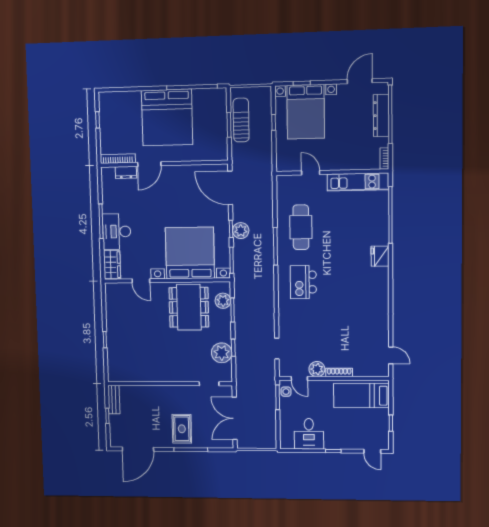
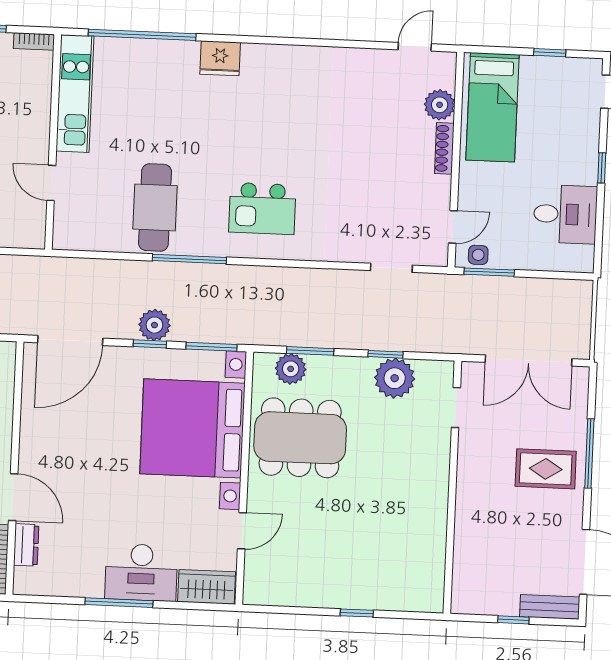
door: (311, 173) -> (51, 183), hinge flipped
cafe table: (301, 227) -> (155, 207), turned 90
plant: (317, 369) -> (440, 105), moved
bench: (114, 400) -> (550, 607), moved

